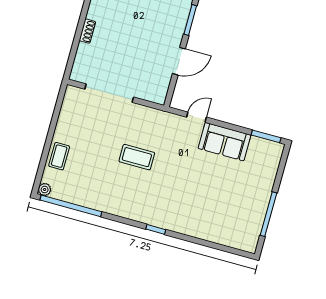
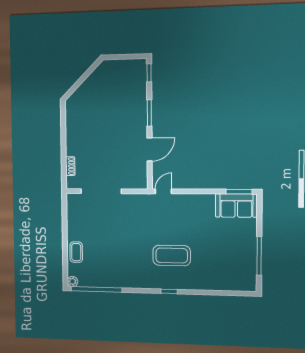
shoe rack: (87, 31) -> (70, 166), moved
door: (197, 117) -> (163, 191), moved
sofa: (224, 142) -> (236, 206), moved
coffee table: (137, 157) -> (172, 255), moved, width x1.36, depth x1.32

